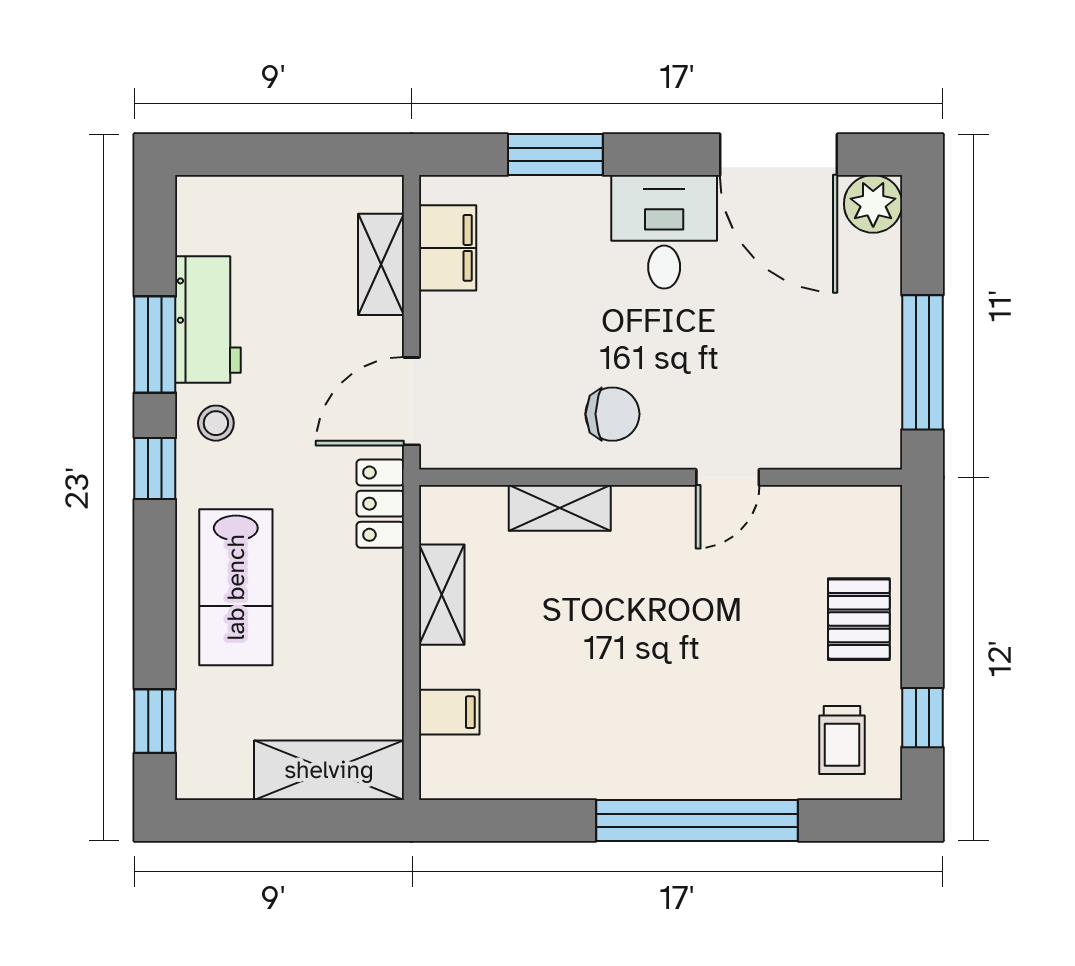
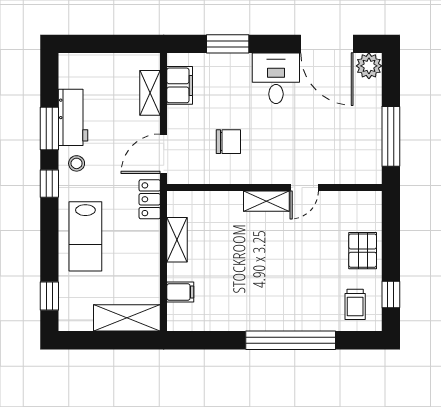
chair: (612, 414) -> (228, 142), moved
shelving: (560, 508) -> (266, 201), moved

